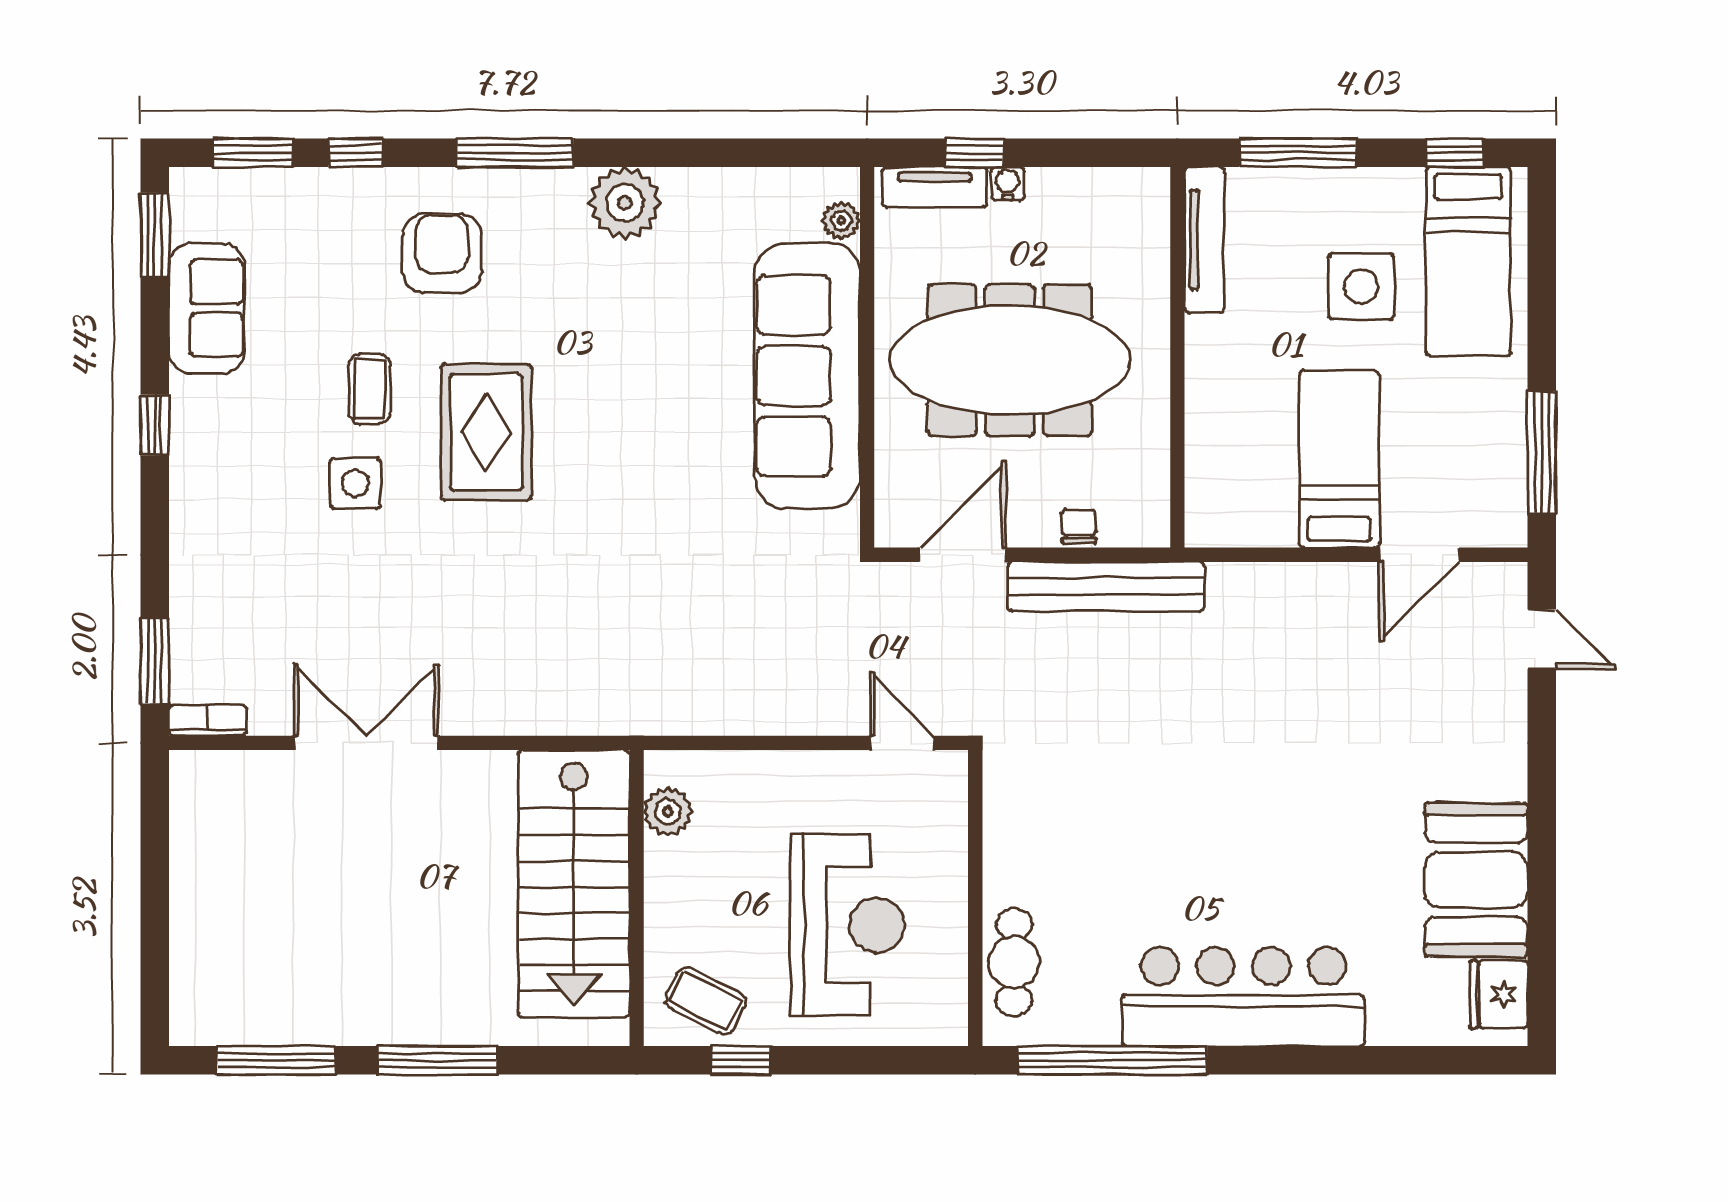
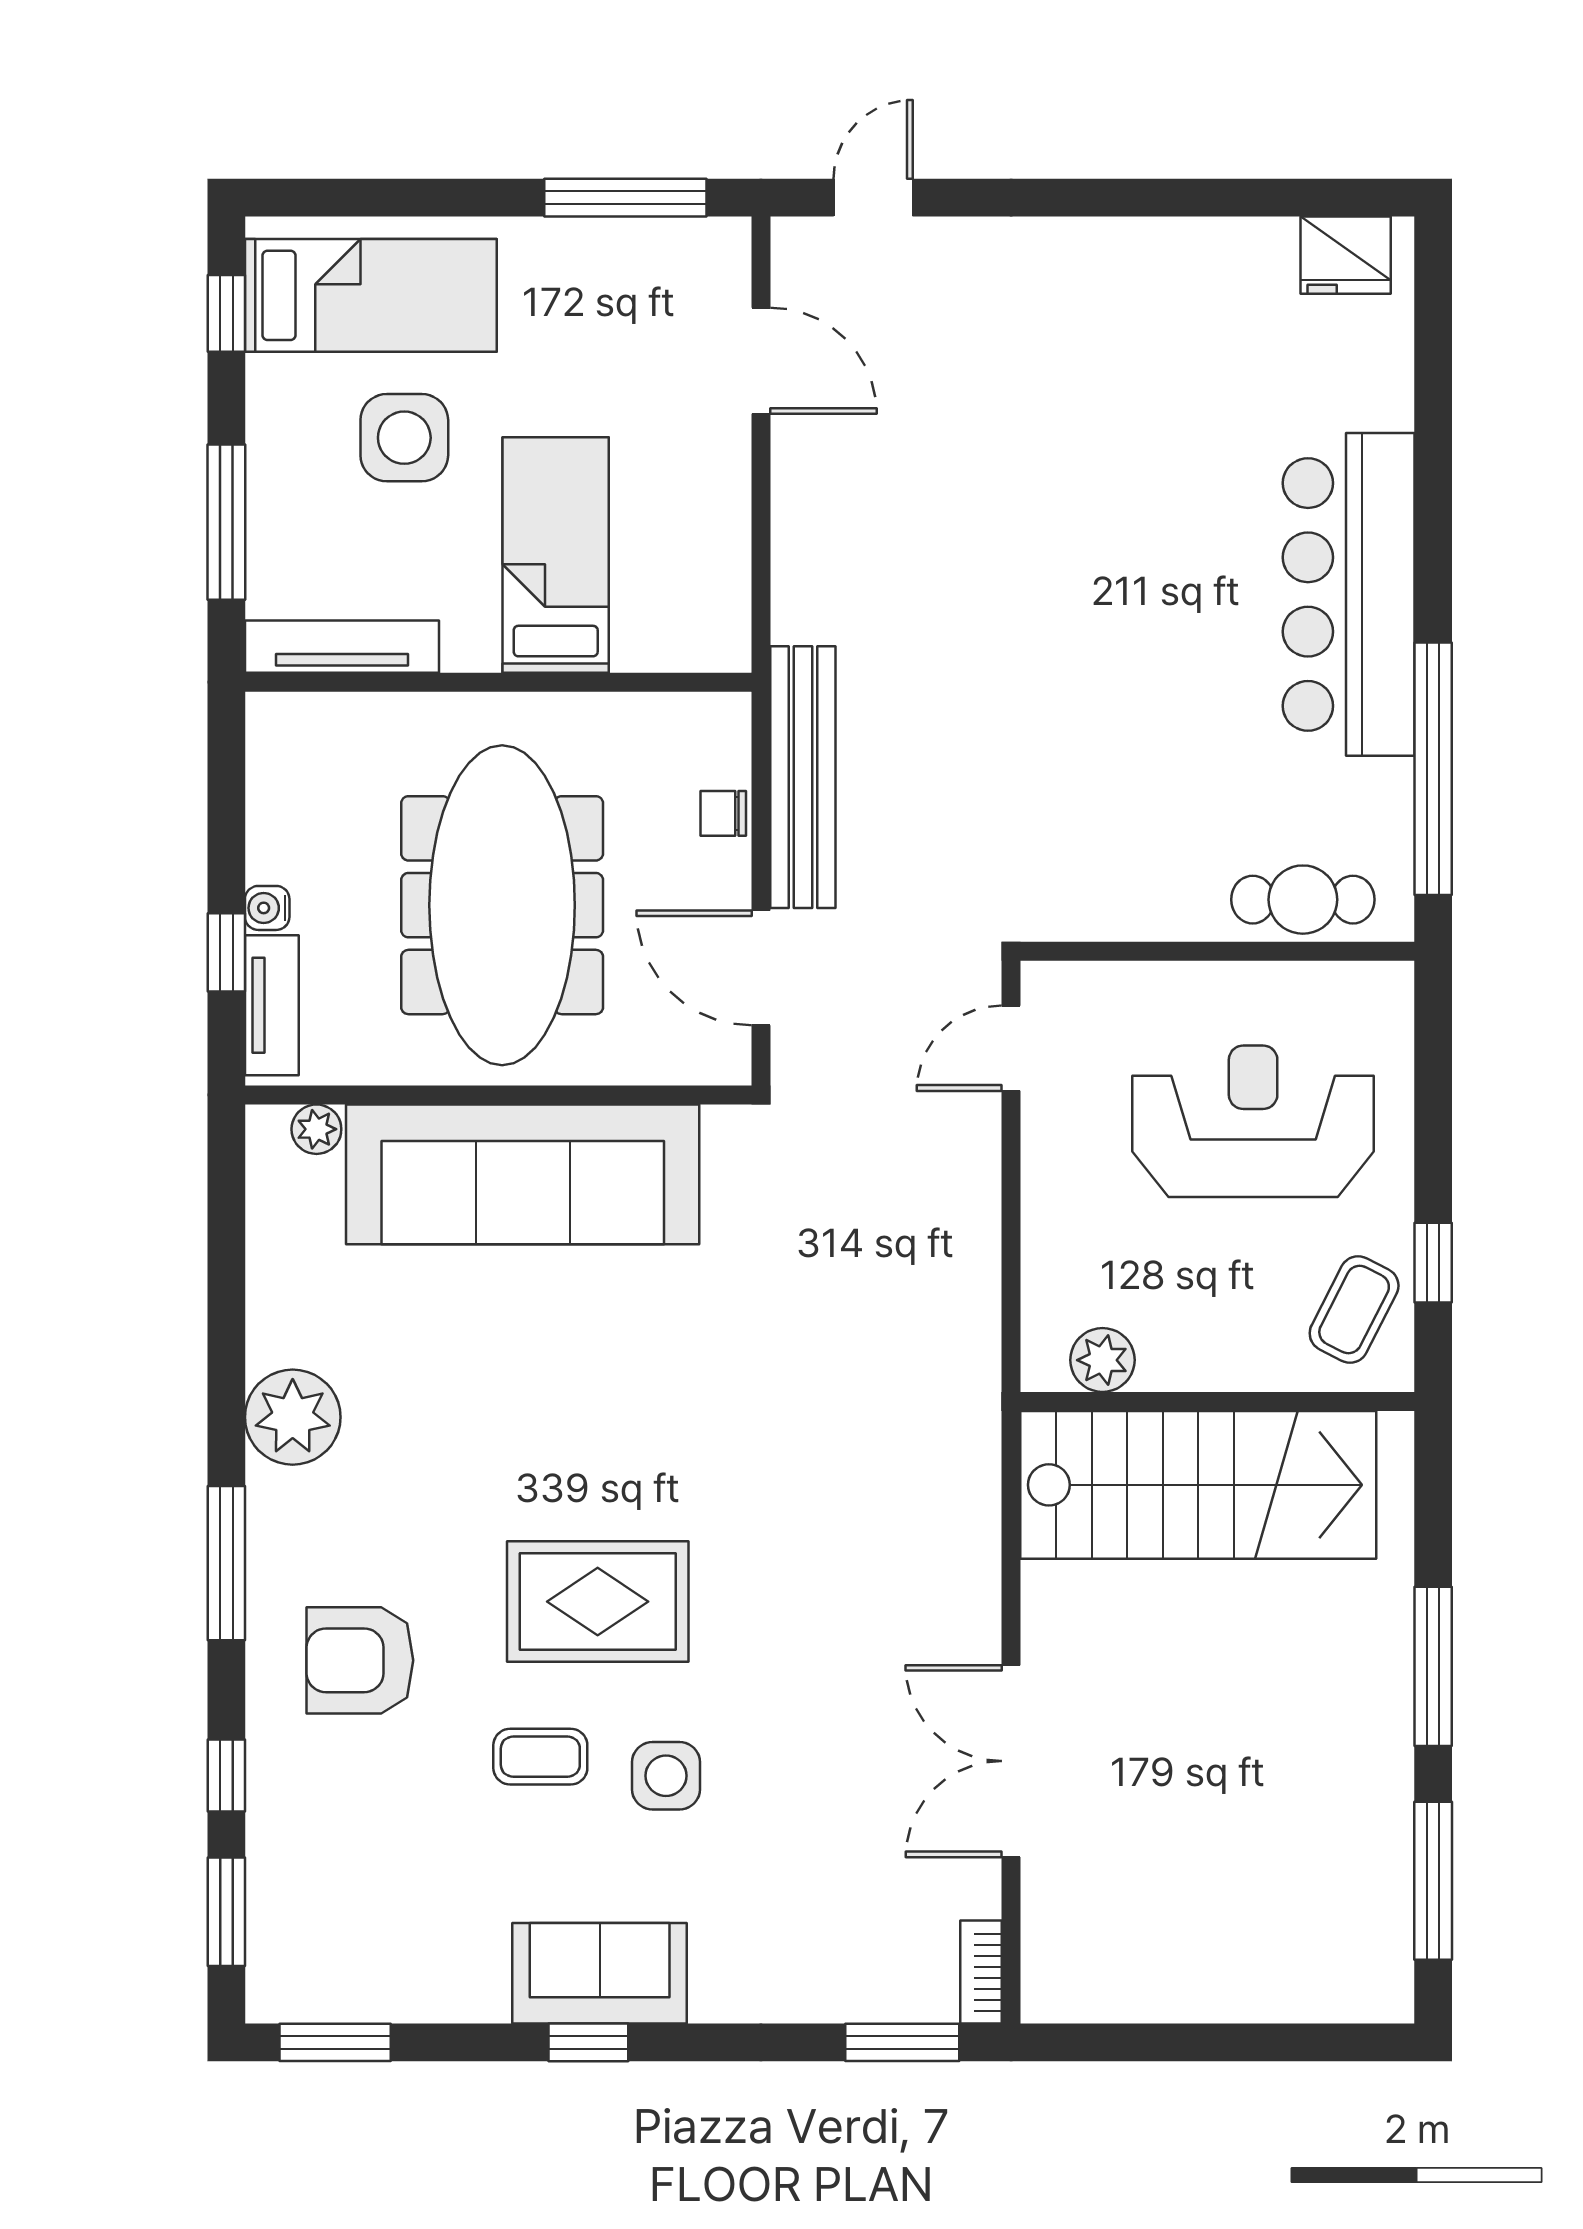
sofa: (207, 308) -> (600, 1973), moved
bed: (1339, 459) -> (556, 555), moved, turned 90
booth: (1476, 880) -> (1193, 285), removed

